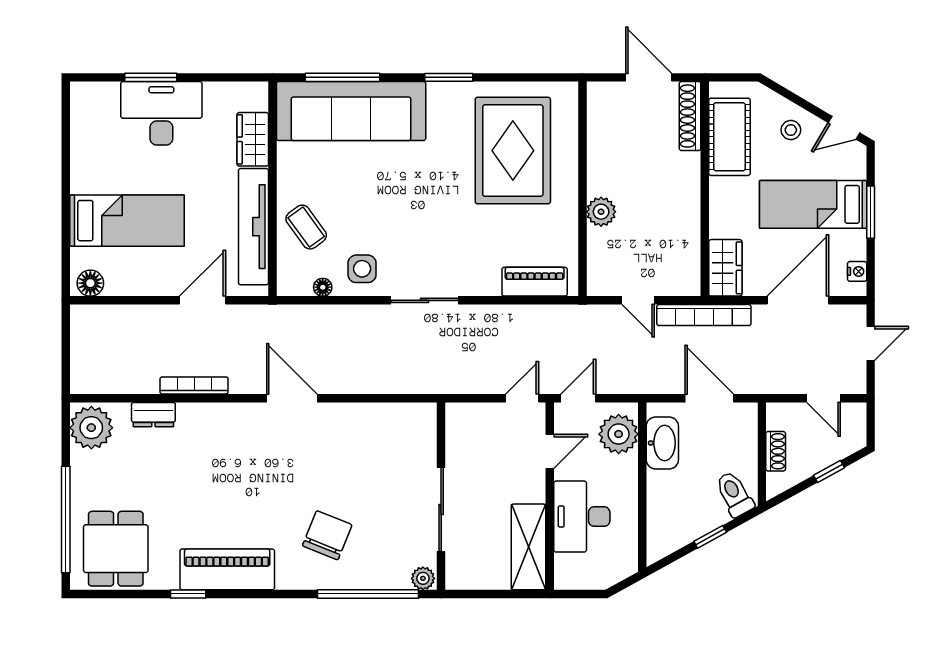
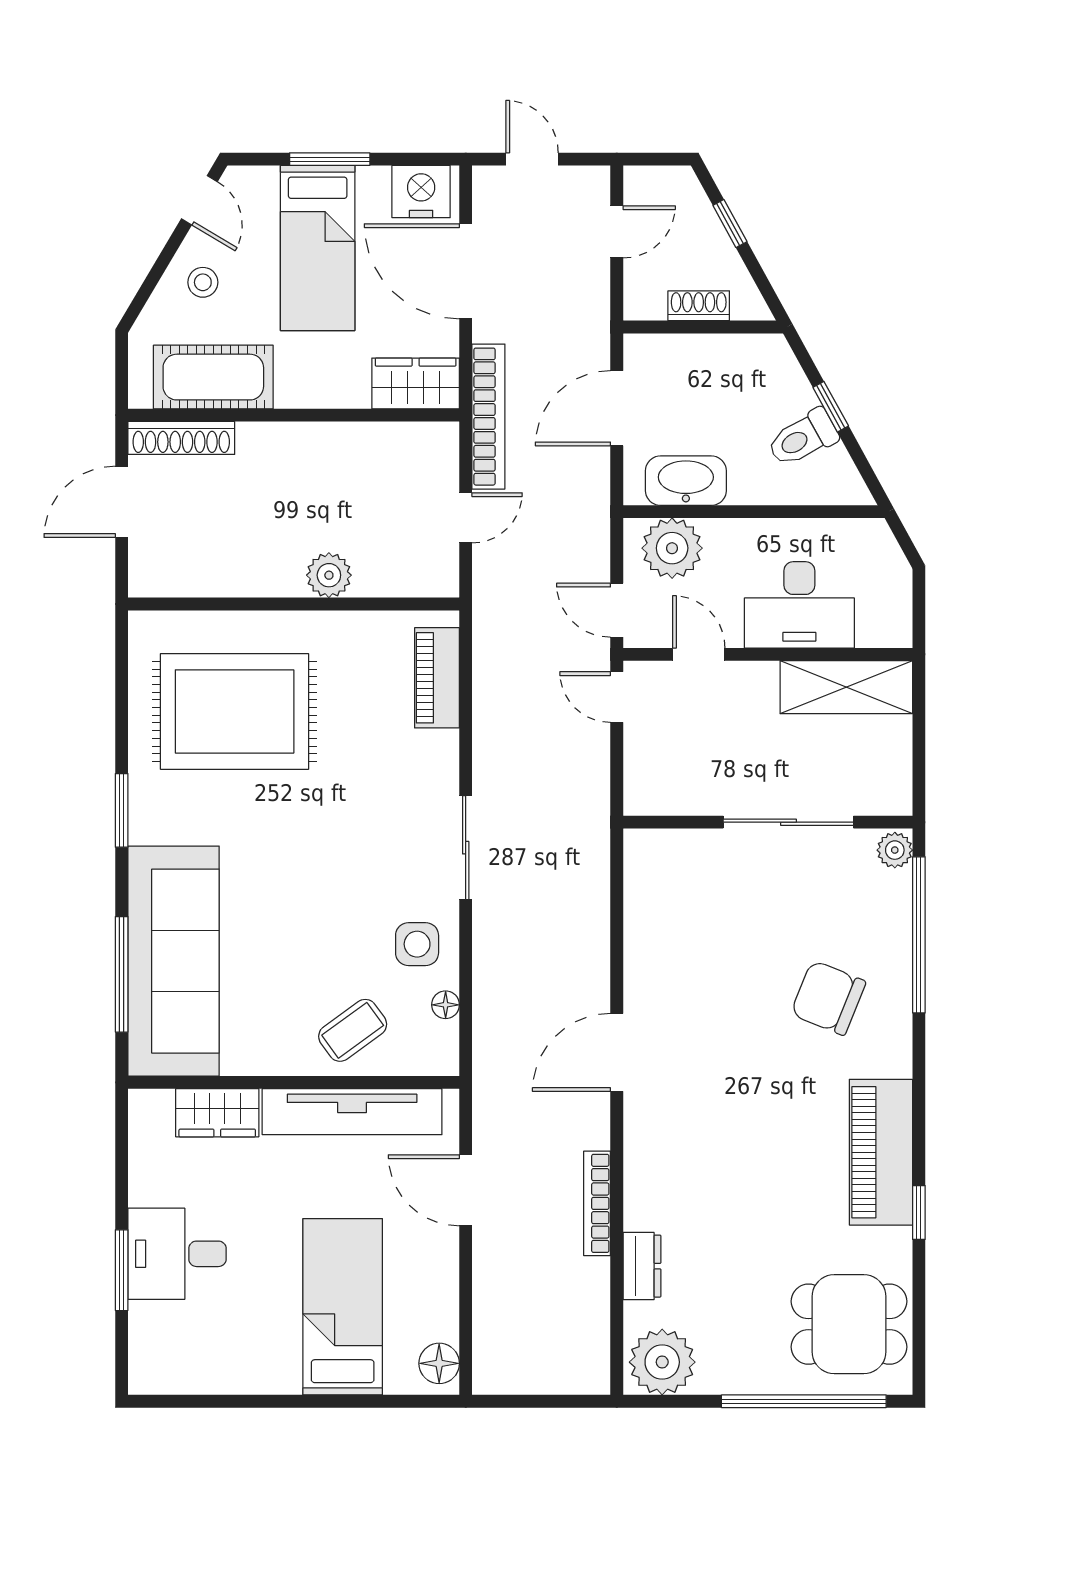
desk: (161, 113) -> (177, 1254), width x0.73
nightstand: (857, 271) -> (421, 192), width x1.89, depth x1.79
toilet: (734, 494) -> (803, 438), moved

